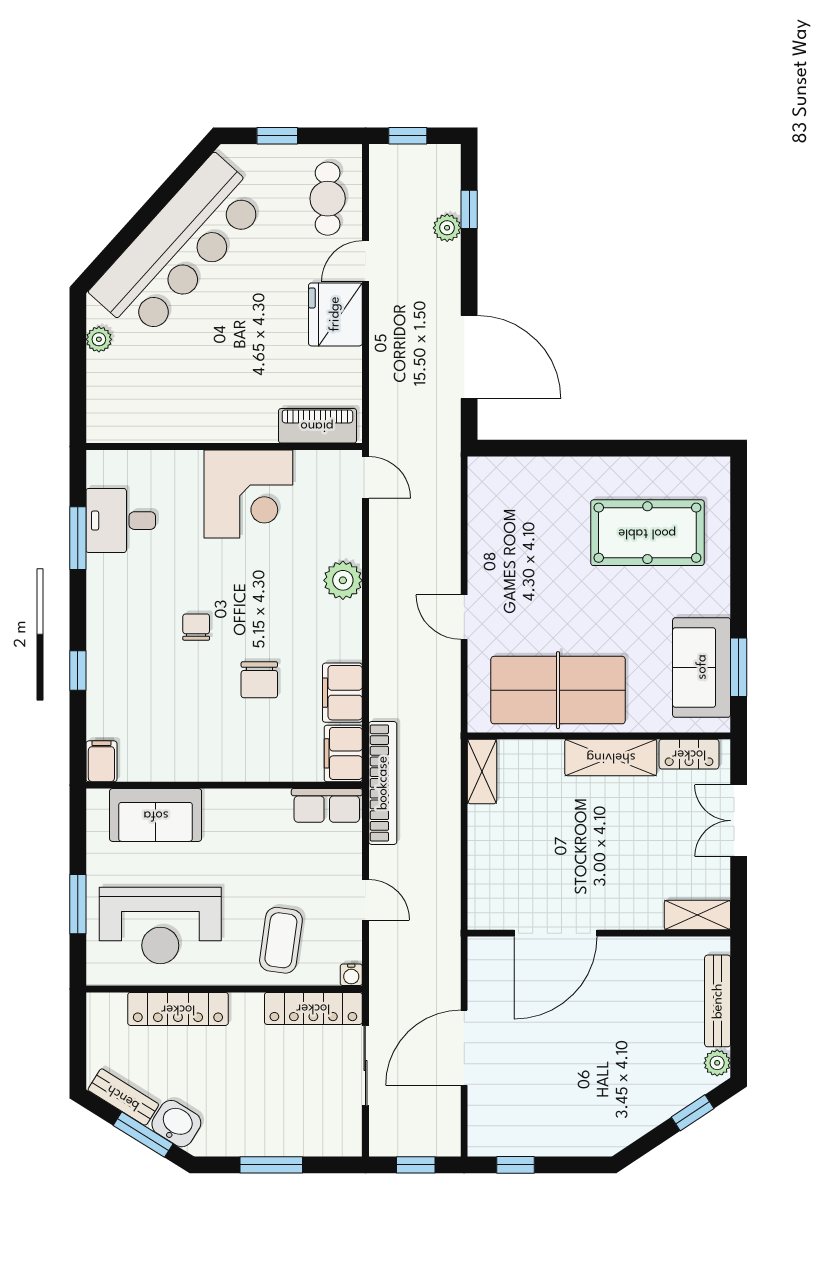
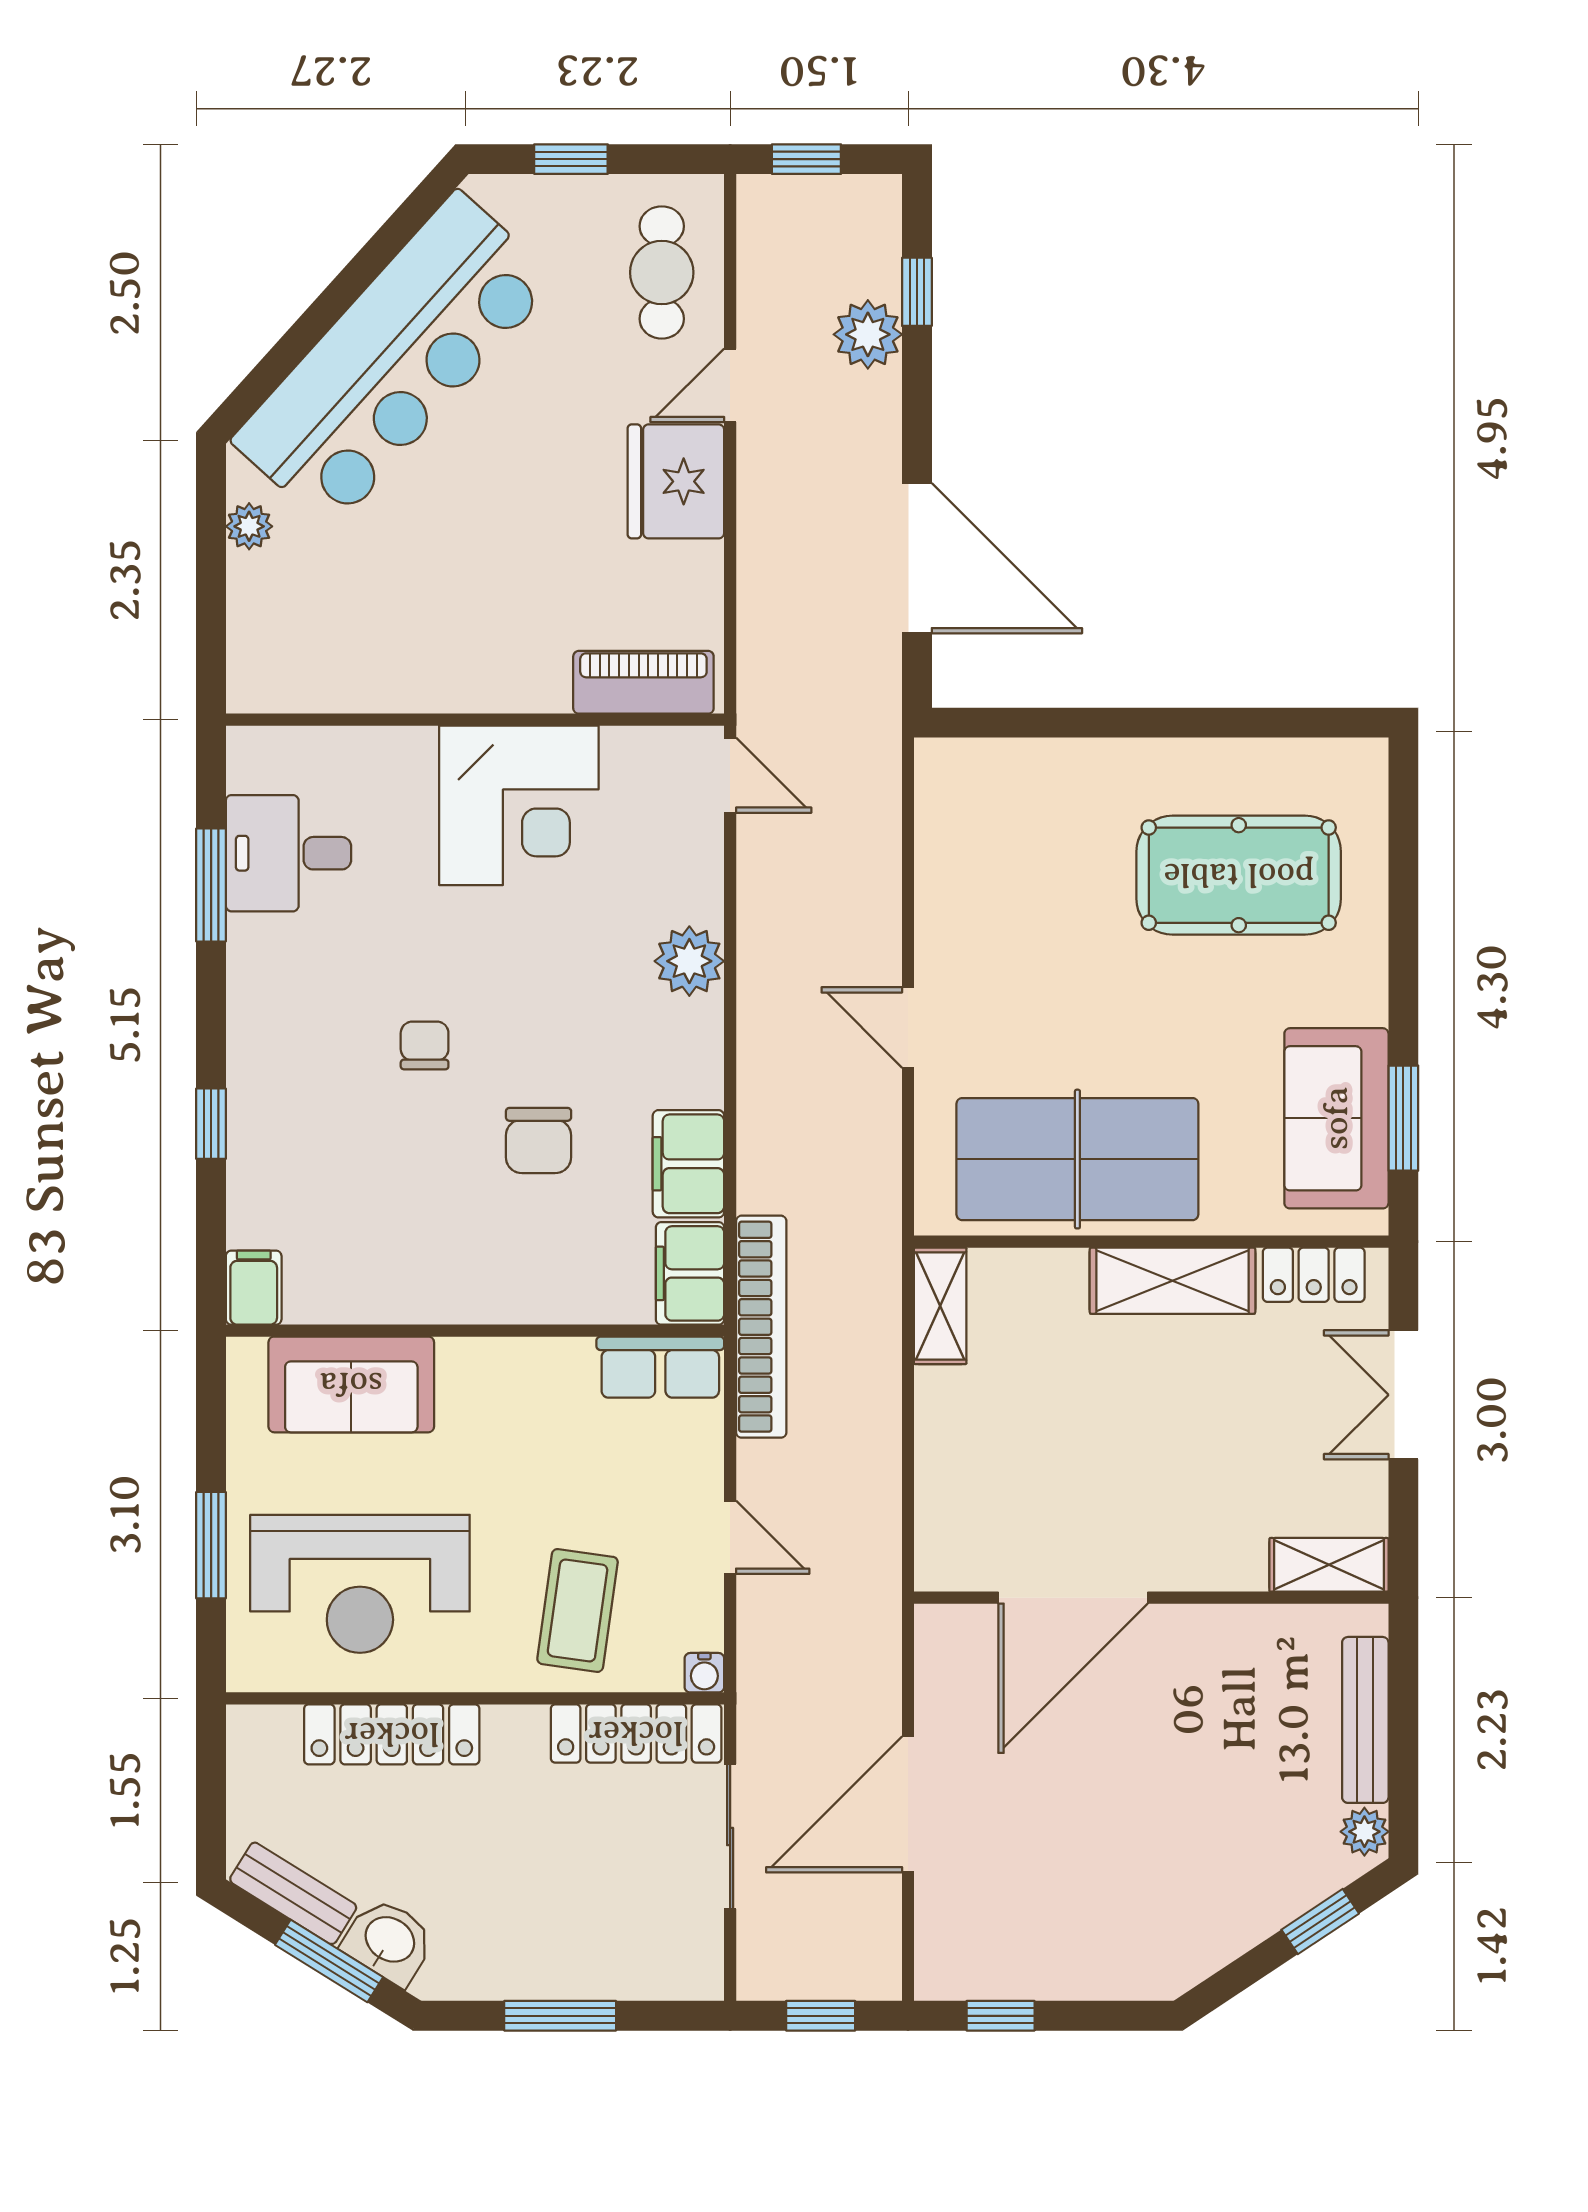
plant: (447, 228) -> (868, 334), width x1.38, depth x1.38

